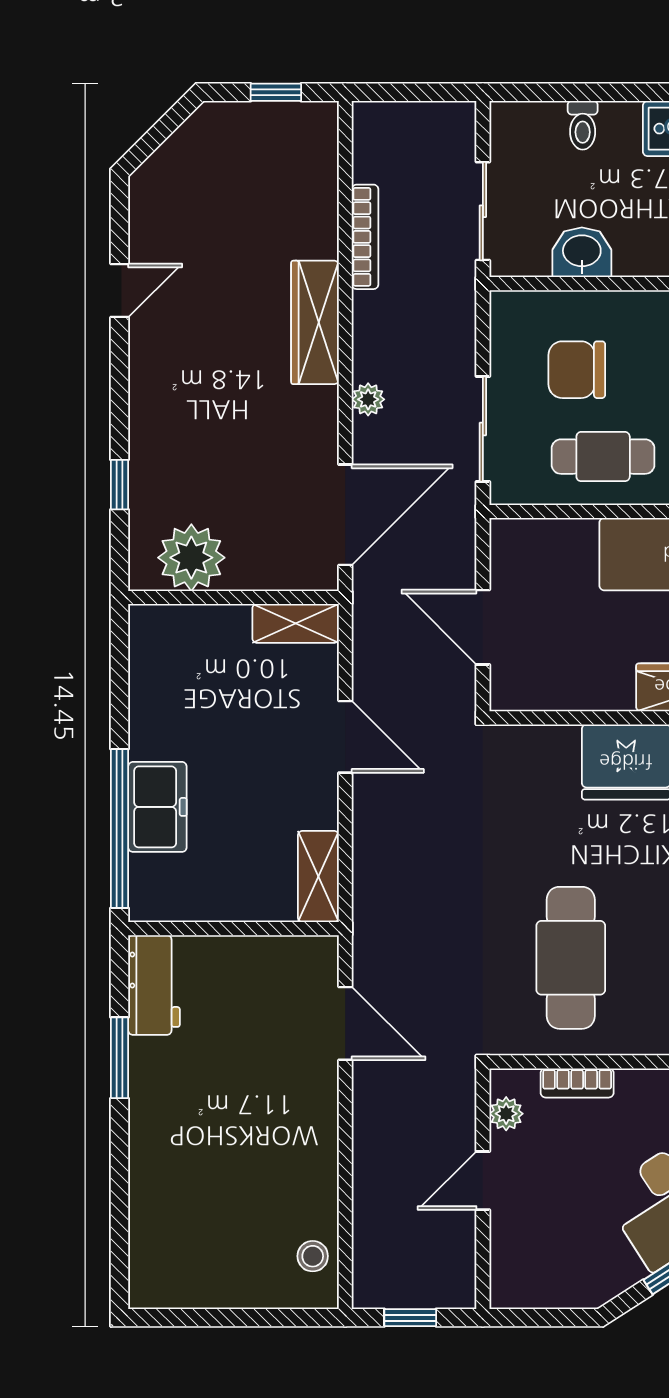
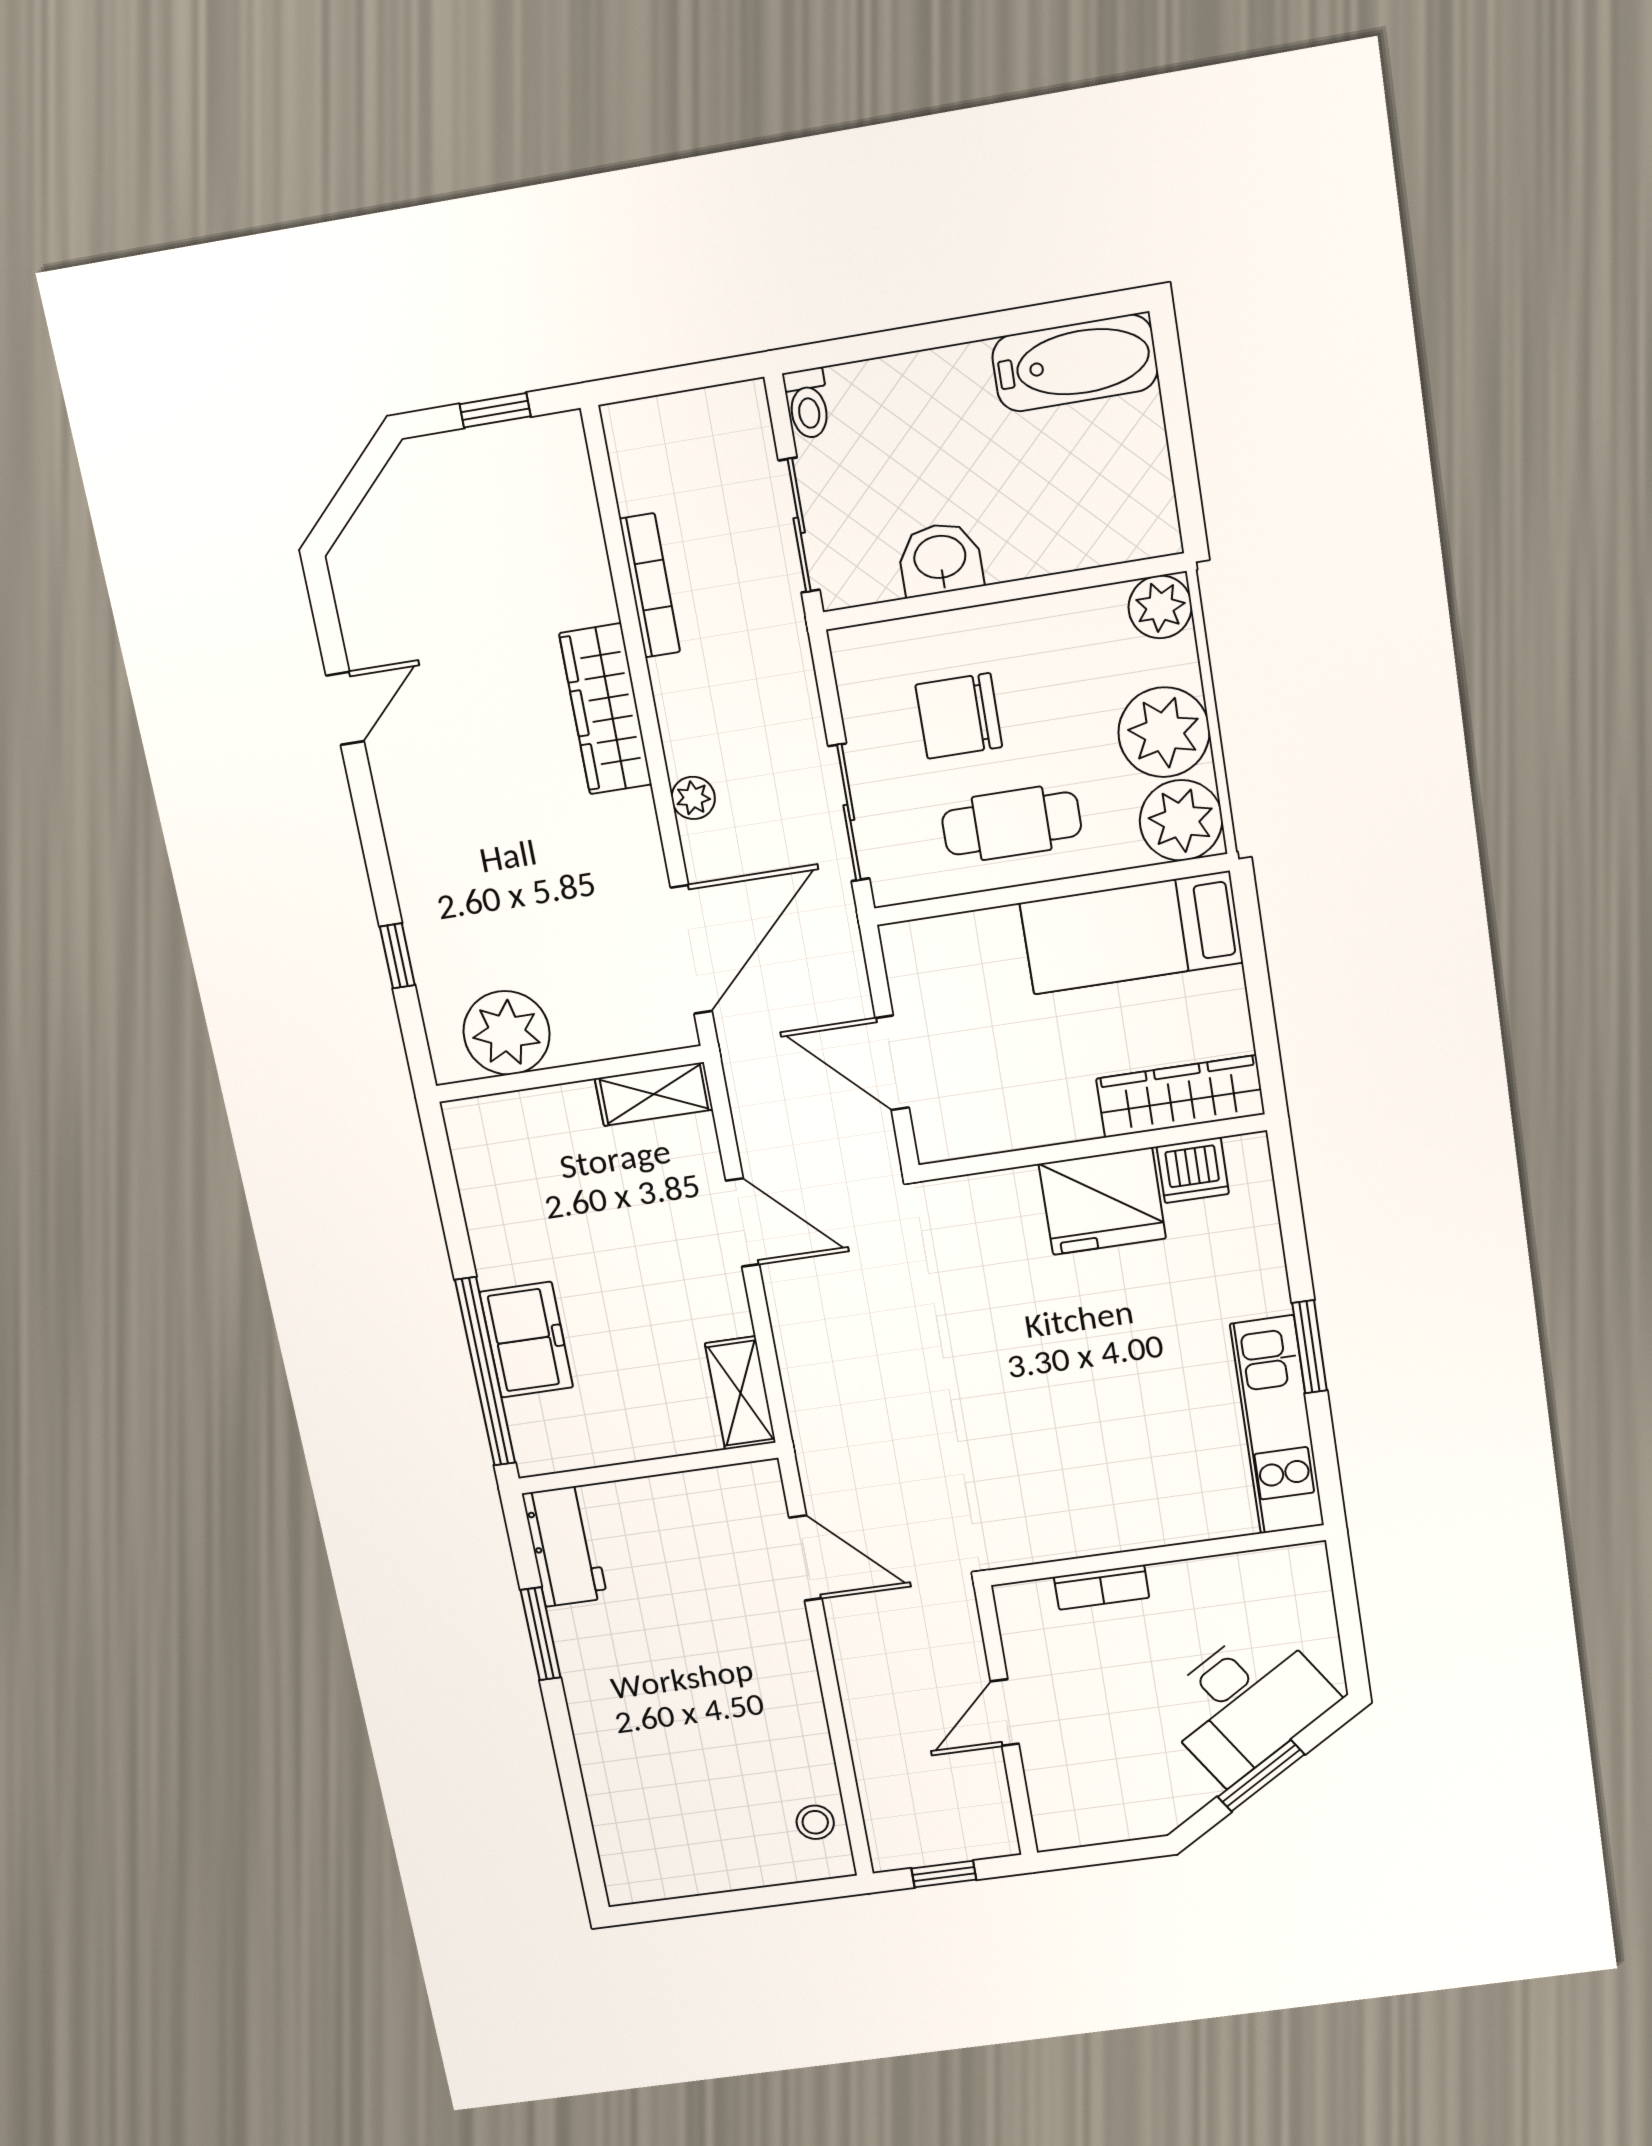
toilet: (583, 125) -> (808, 404), moved
cafe table: (571, 958) -> (1070, 1444), removed
plant: (506, 1114) -> (1020, 1634), removed

